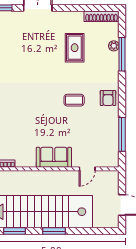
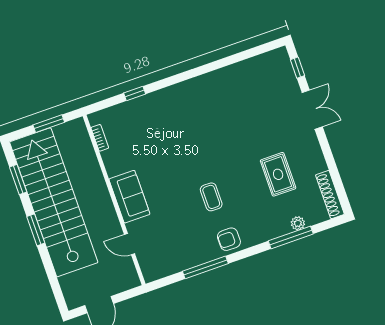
rug: (75, 48) -> (278, 174), turned 90
window: (122, 134) -> (205, 267), moved

